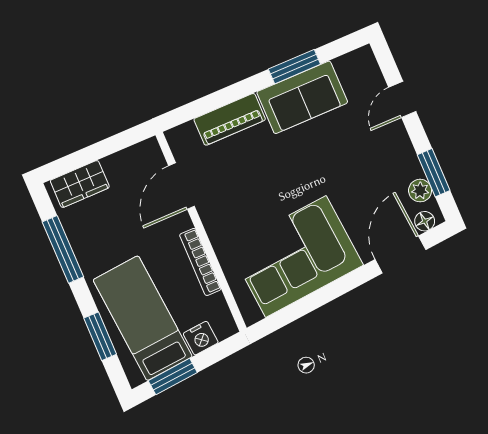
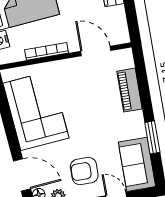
sofa: (302, 97) -> (137, 164), moved
armchair: (372, 160) -> (84, 171), added

